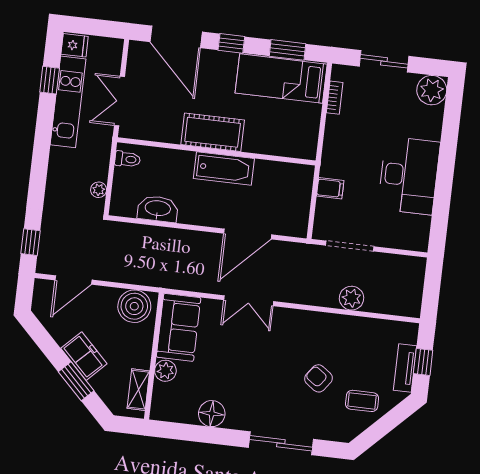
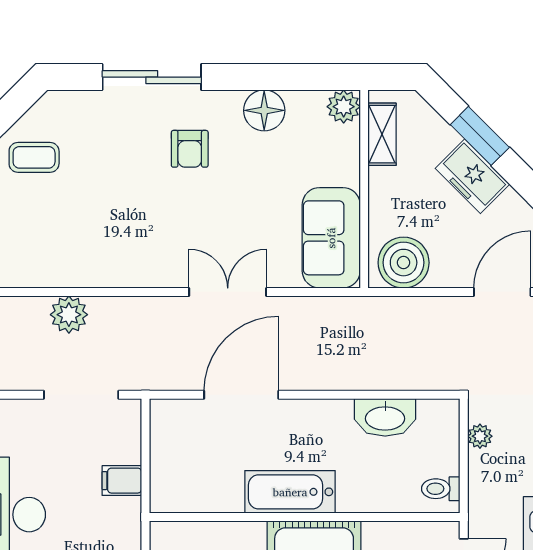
plant: (165, 371) -> (344, 107), moved
armchair: (318, 378) -> (190, 149), moved, turned 54

